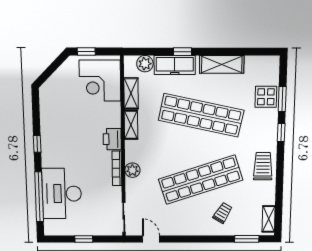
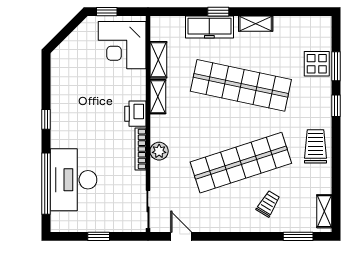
plant: (145, 64) -> (175, 25), removed
shelving: (222, 64) -> (256, 24), width x0.67, depth x0.75

